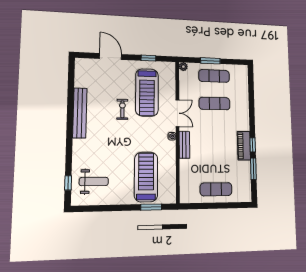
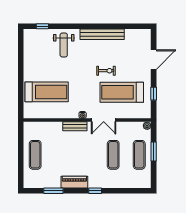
window: (253, 145) -> (95, 191), moved
weight bench: (94, 182) -> (64, 45), moved
window: (151, 207) -> (21, 97), removed

